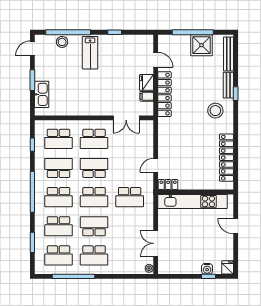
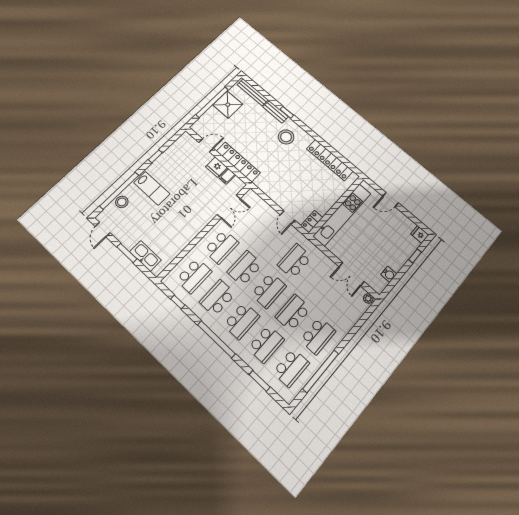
school desk: (130, 197) -> (295, 261), turned 180
water cooler: (207, 269) -> (389, 274), moved

